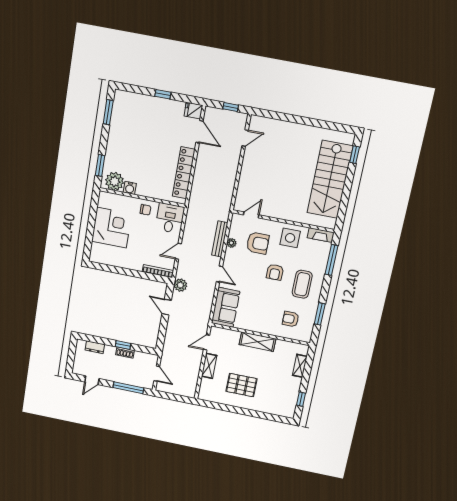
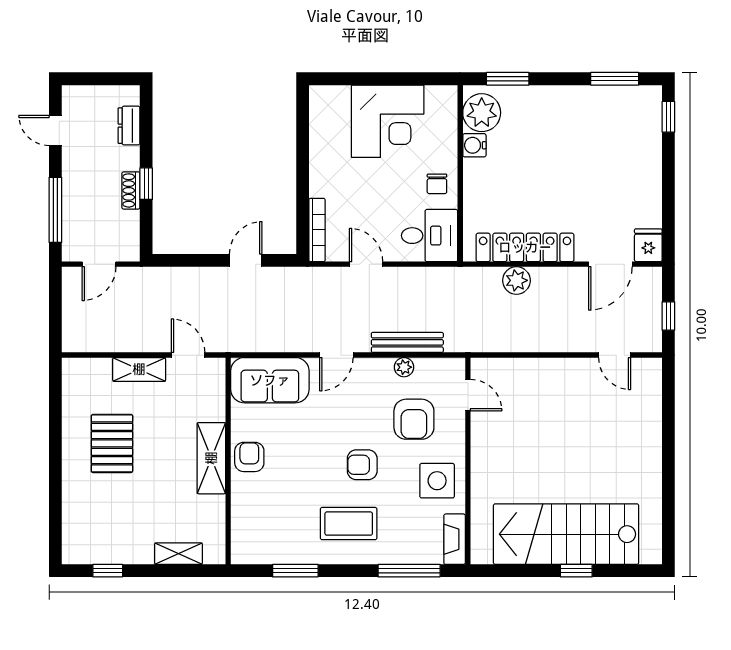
window: (163, 94) -> (668, 117), moved
window: (355, 155) -> (576, 571), moved
plant: (180, 285) -> (516, 280), moved
armchair: (291, 319) -> (249, 457), moved

